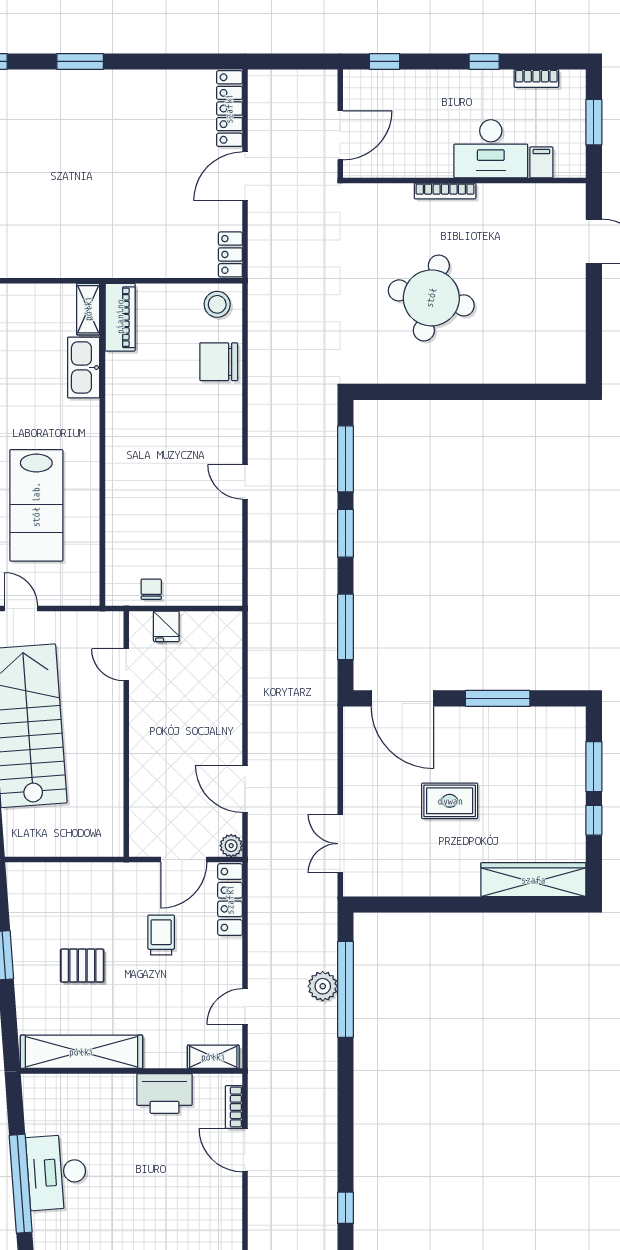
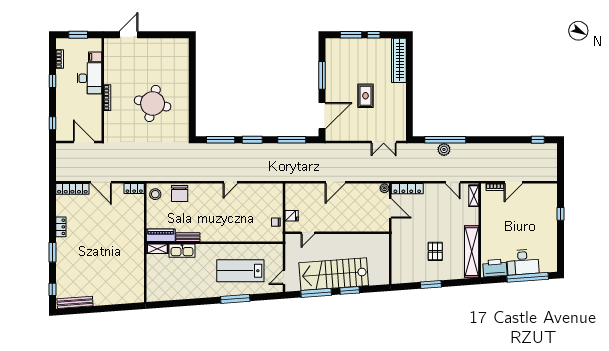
locker: (140, 81) -> (61, 227), added
bench: (116, 381) -> (188, 237), added
lab bench: (36, 505) -> (240, 271), turned 180
door: (245, 789) -> (335, 182), moved
trolley: (161, 935) -> (422, 218), removed
printer: (164, 1093) -> (495, 268), moved, turned -94

